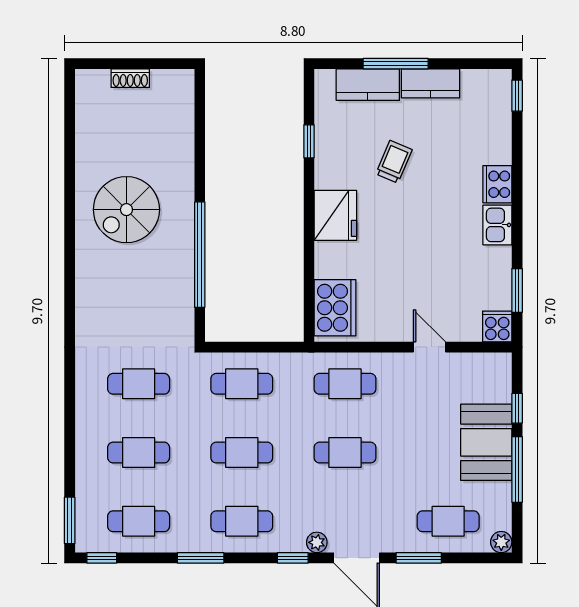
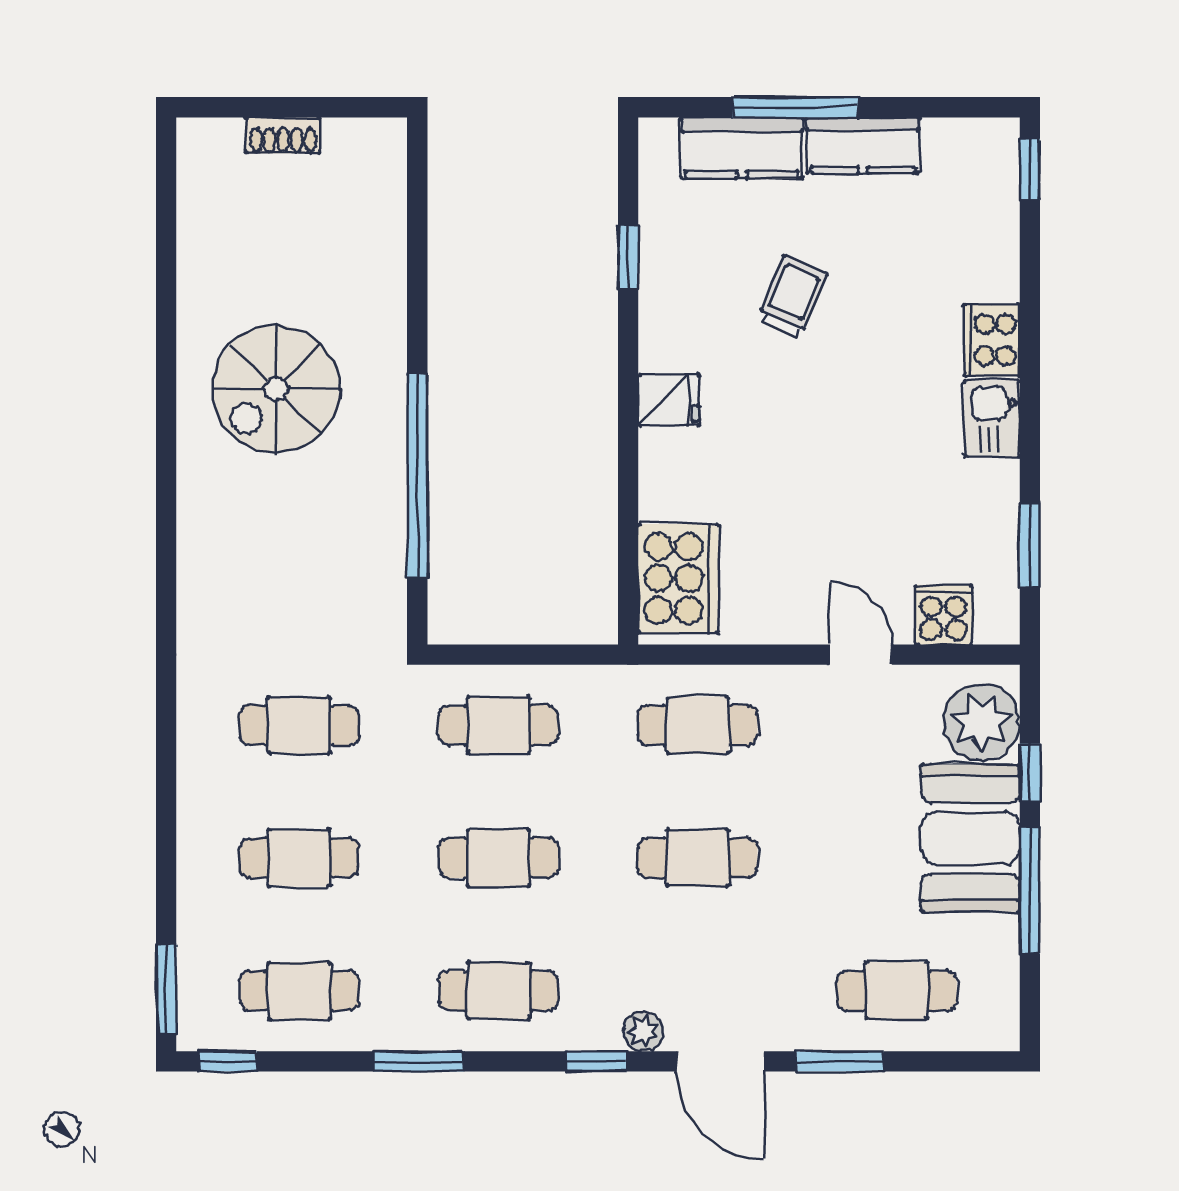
fridge: (335, 215) -> (669, 400), width x0.53, depth x0.75
cooker: (497, 327) -> (943, 615), moved
plant: (501, 542) -> (981, 722), moved, width x1.88, depth x1.88

